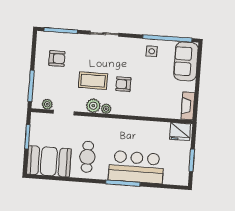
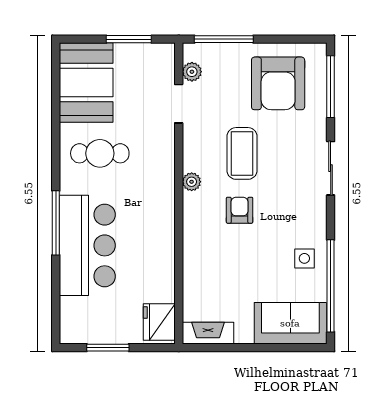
armchair: (57, 59) -> (278, 83), width x1.88, depth x1.88
plant: (93, 106) -> (196, 157), removed

